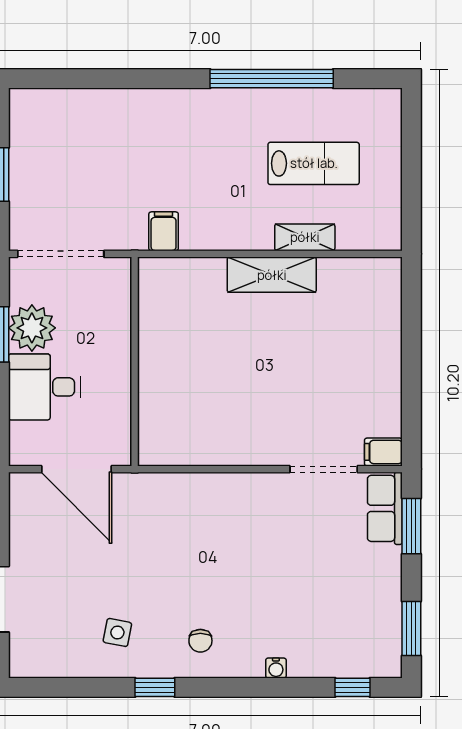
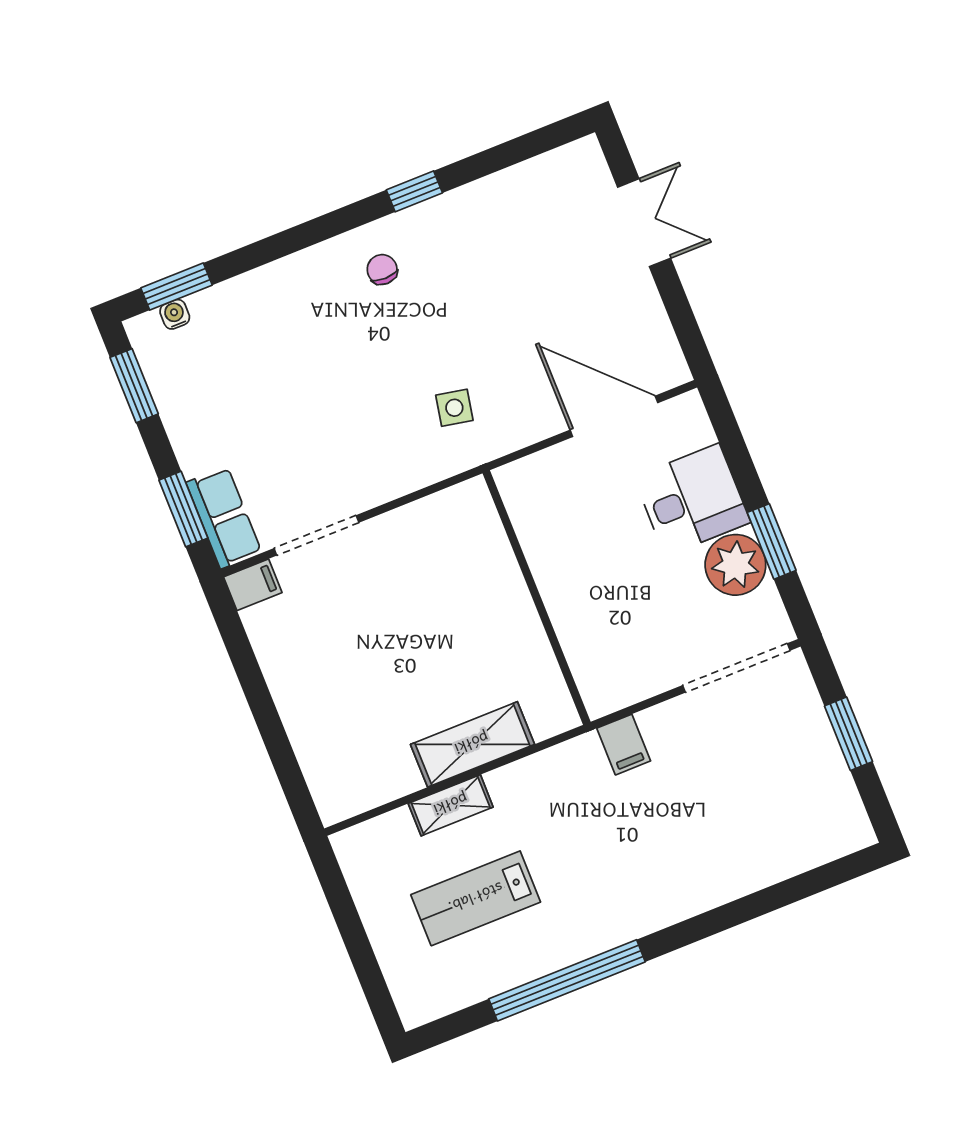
wall: (135, 361) -> (537, 598), moved
side table: (117, 632) -> (454, 408), moved
water cooler: (276, 668) -> (175, 314), moved
window: (353, 687) -> (176, 287), width x1.50

